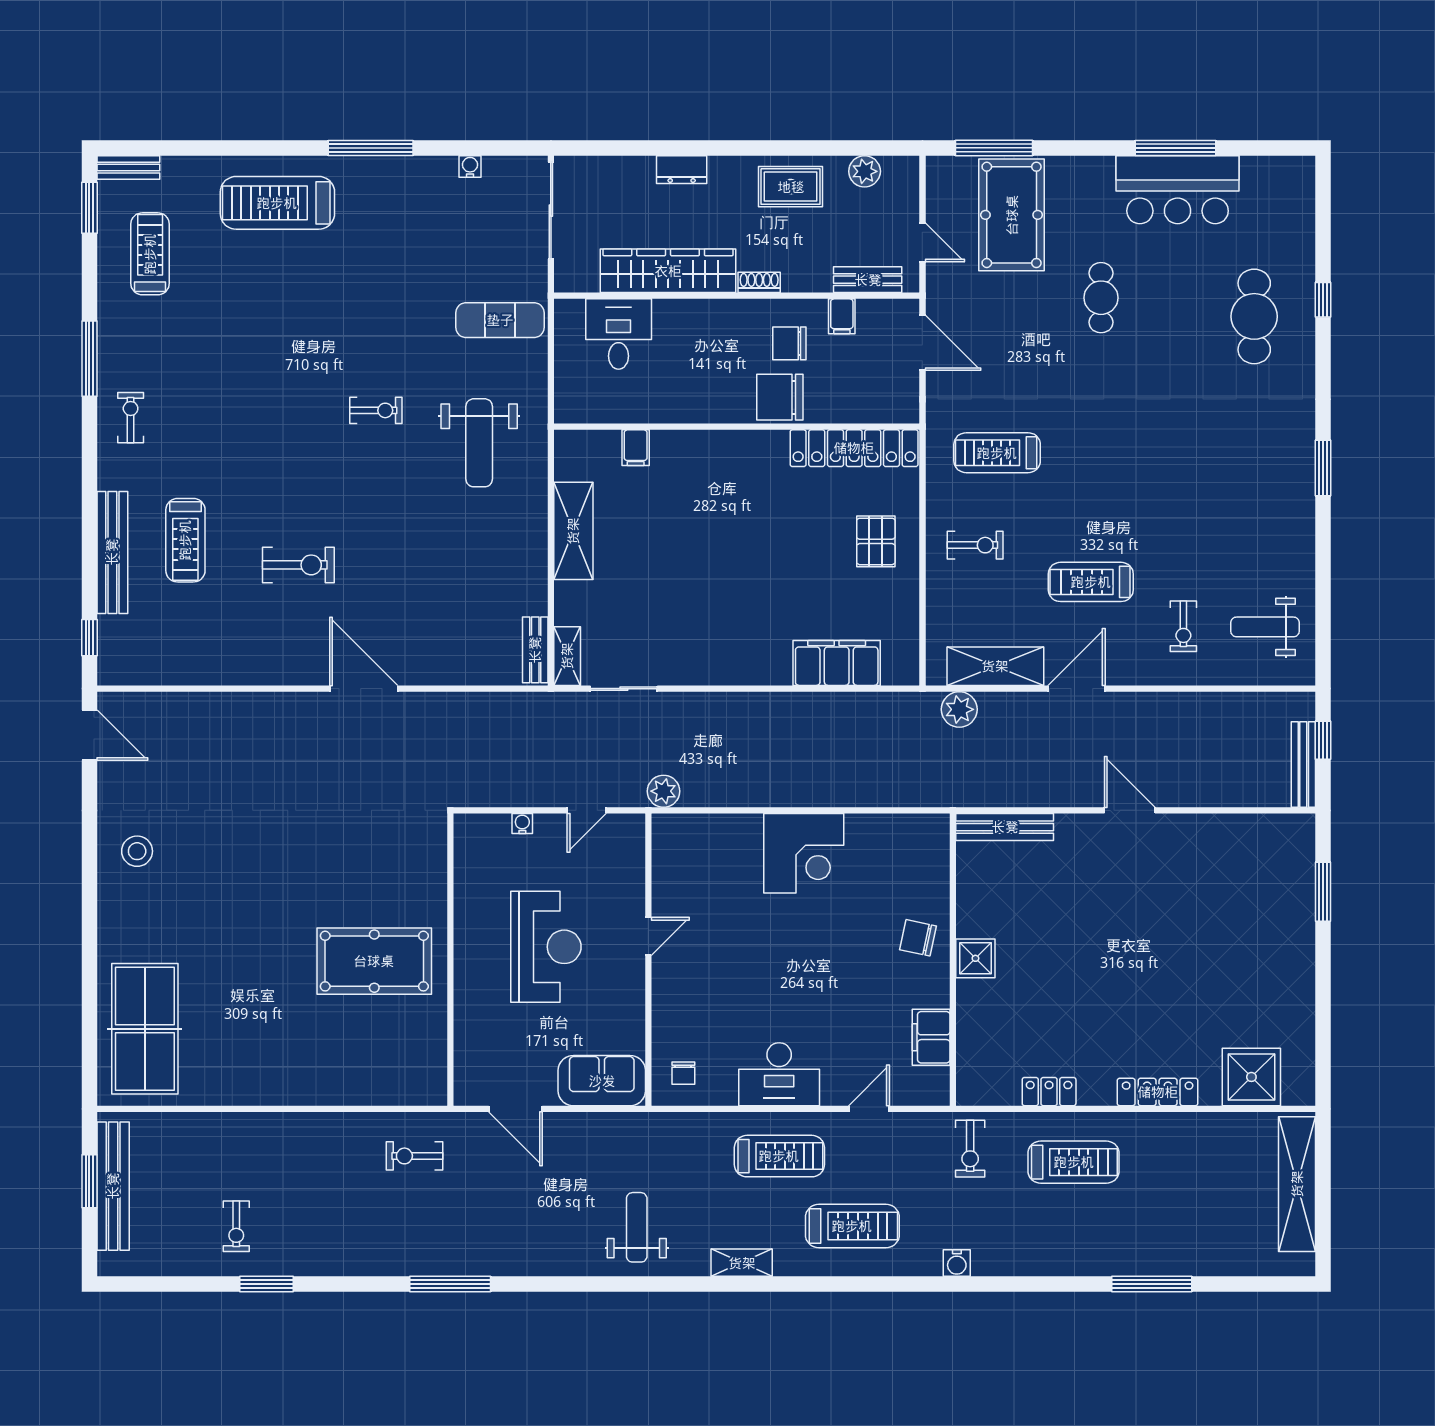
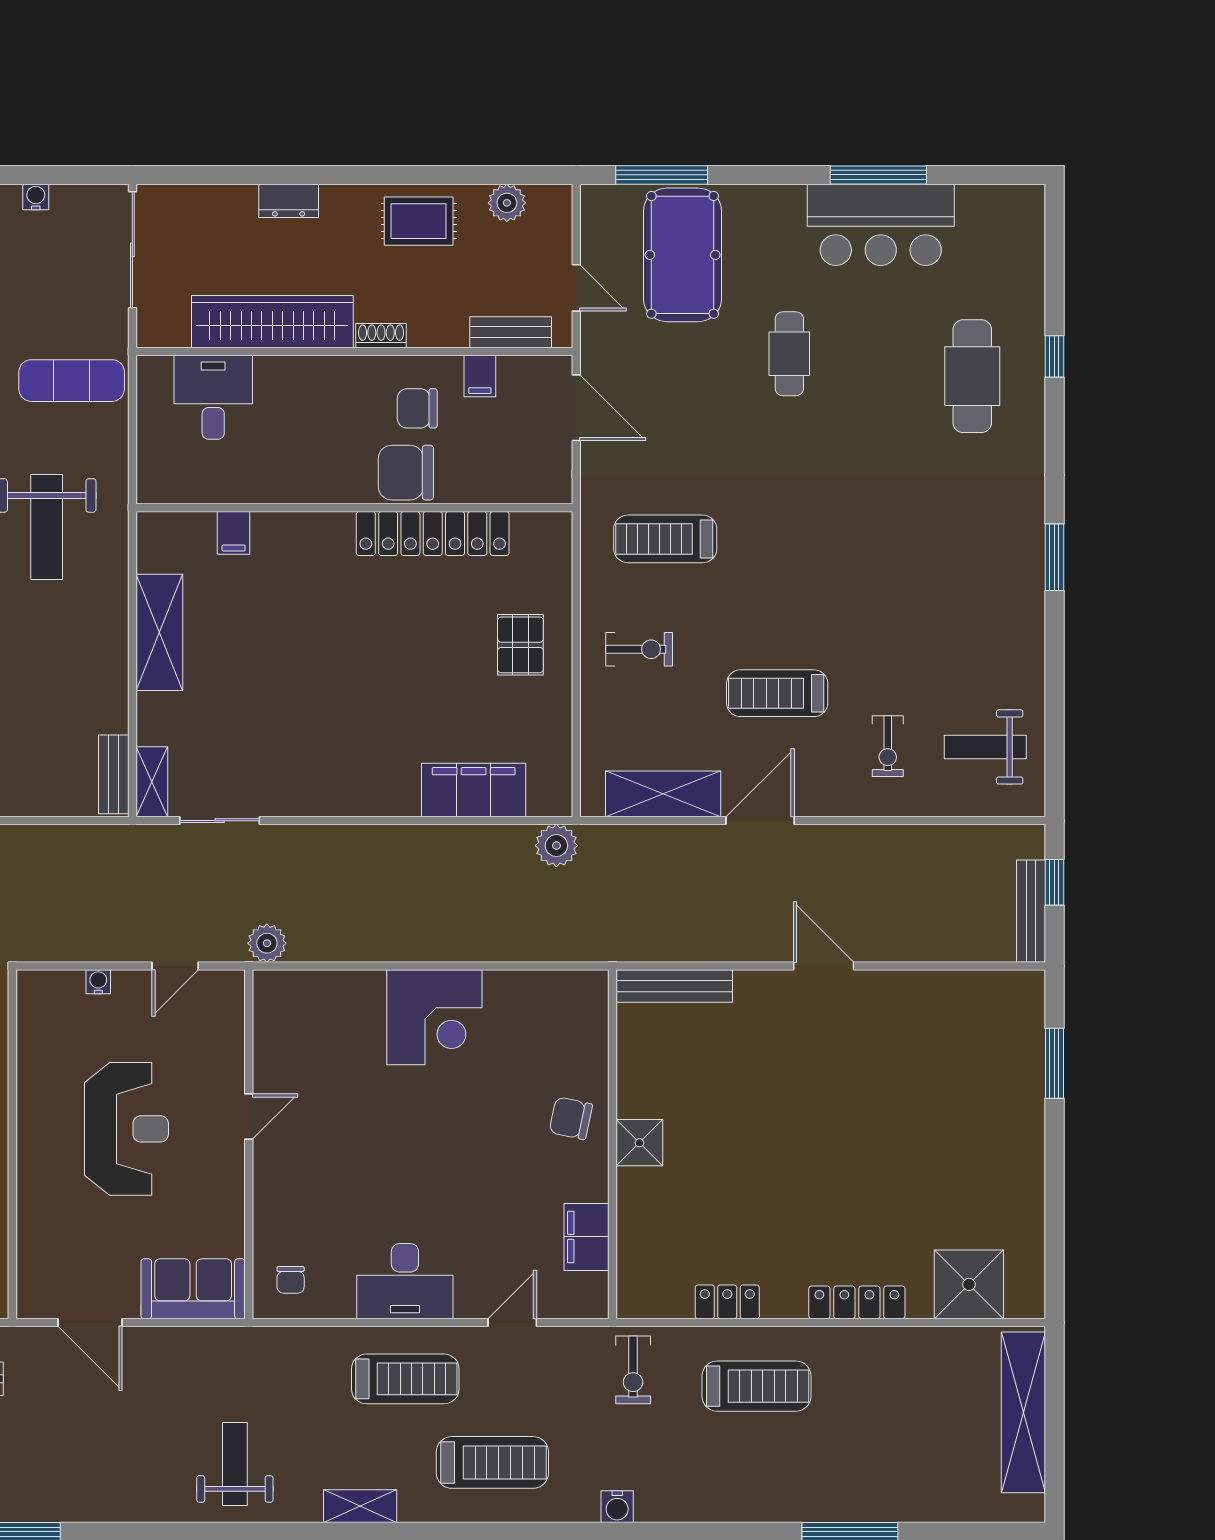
locker: (854, 448) -> (433, 534), moved
plant: (959, 709) -> (556, 846), moved

